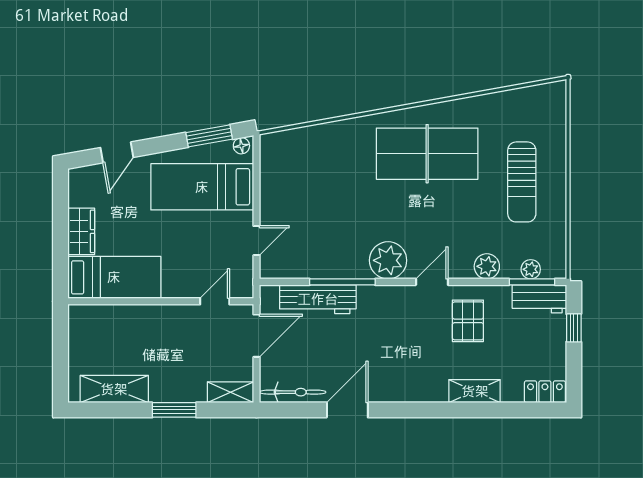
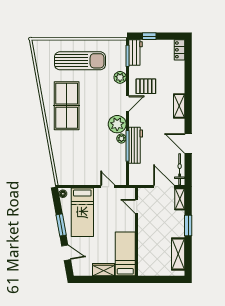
window: (209, 136) -> (61, 225), moved
sun lounger: (522, 182) -> (80, 61), width x1.36, depth x1.34
plant: (531, 269) -> (121, 138), moved
door: (432, 282) -> (127, 103), swing flipped
workbench: (318, 299) -> (136, 145), moved
door: (257, 336) -> (164, 187), moved
shelving: (475, 391) -> (179, 106), moved

